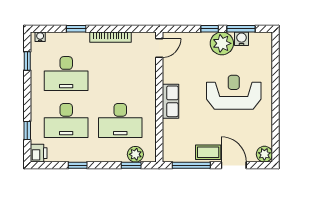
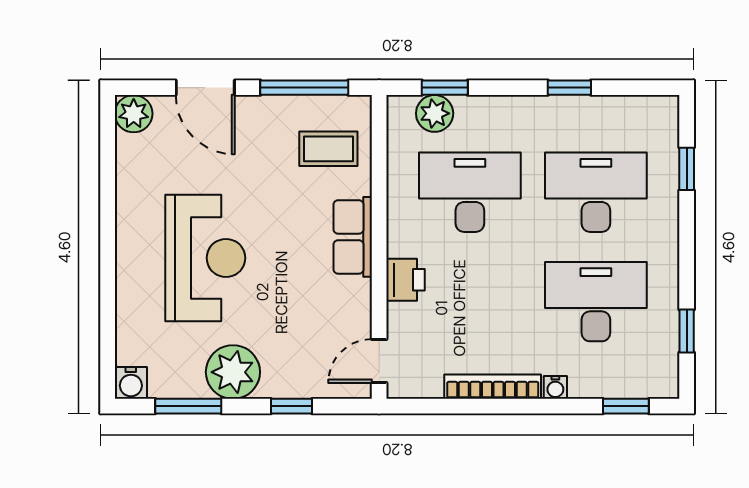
window: (76, 29) -> (626, 406), moved
window: (210, 29) -> (292, 406), moved
water cooler: (40, 37) -> (555, 387), moved
water cooler: (242, 39) -> (131, 383), moved
reception desk: (234, 92) -> (205, 258), turned -90
coffee table: (208, 152) -> (328, 149), moved
printer: (39, 153) -> (405, 280), moved, turned 180

